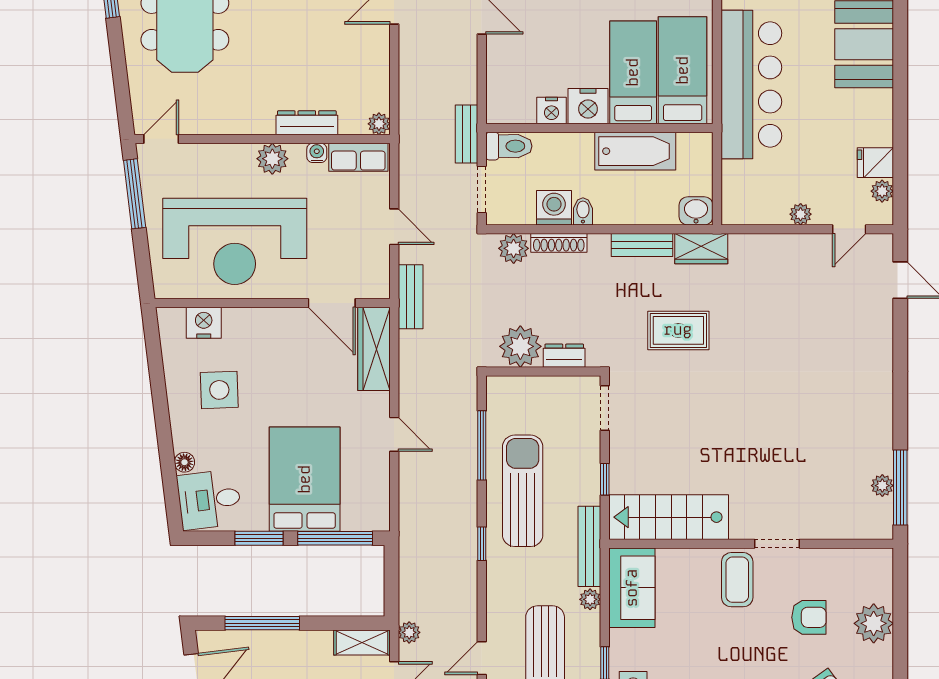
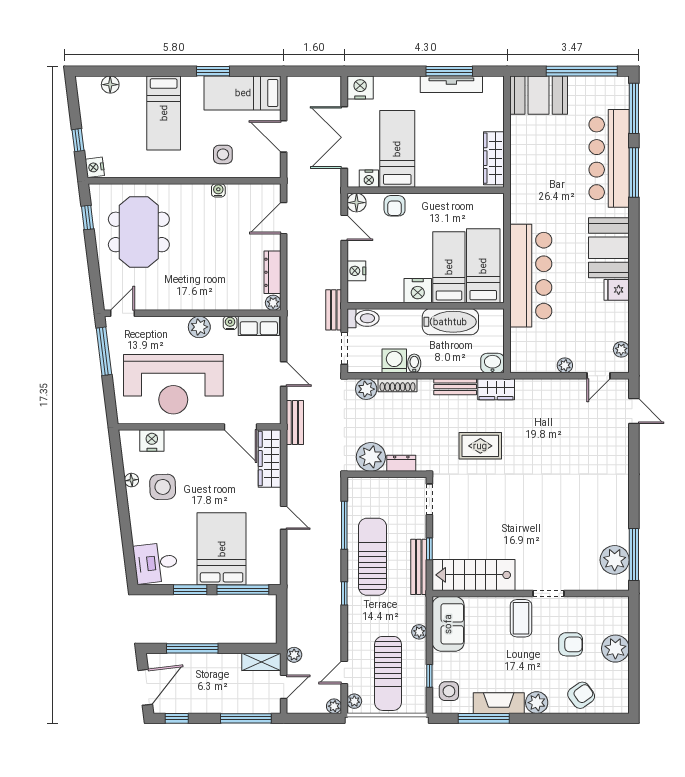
nightstand: (551, 111) -> (356, 271), moved, turned 90
dresser: (307, 123) -> (272, 272), moved, turned -90
fridge: (875, 163) -> (617, 290), moved
floor lamp: (184, 462) -> (132, 480), moved
plant: (882, 486) -> (615, 560), width x1.88, depth x1.88
bench: (589, 546) -> (419, 567), moved

